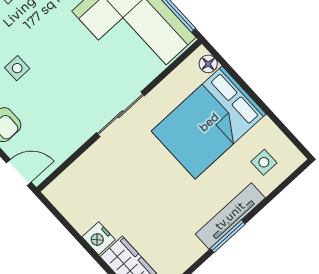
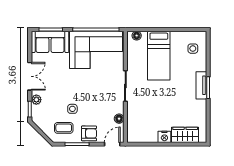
bed: (209, 122) -> (159, 56), width x0.67
floor lamp: (65, 149) -> (119, 119), added
tv unit: (230, 216) -> (201, 85), width x0.71

